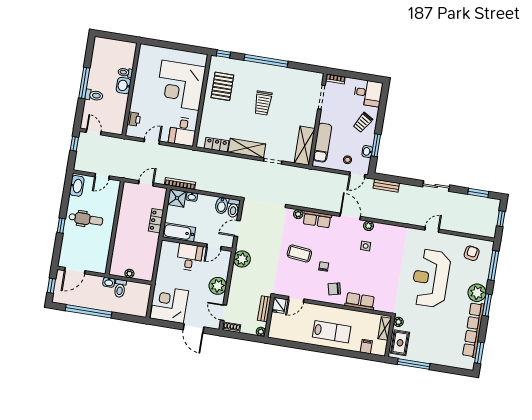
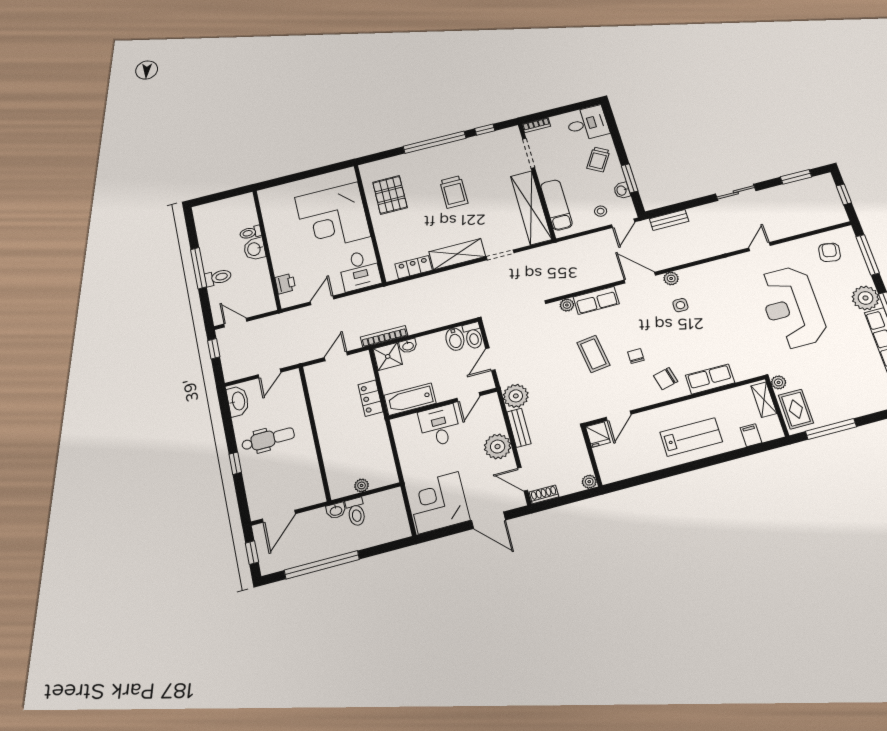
window: (223, 54) -> (485, 130), moved
shelving: (305, 146) -> (531, 208), width x1.47
coffee table: (299, 253) -> (593, 354), turned 76
bench: (264, 309) -> (519, 428), moved

